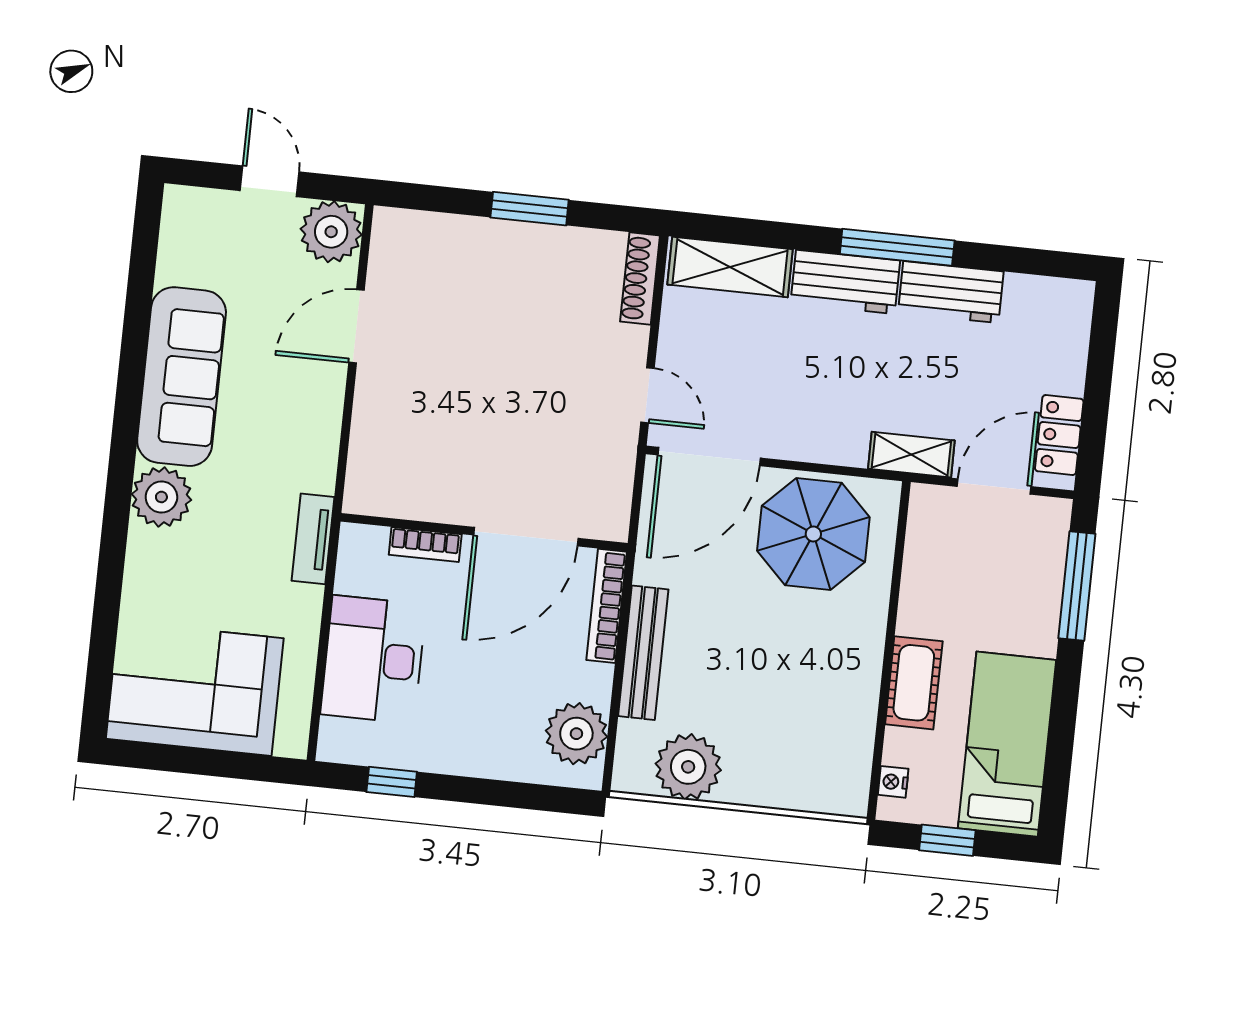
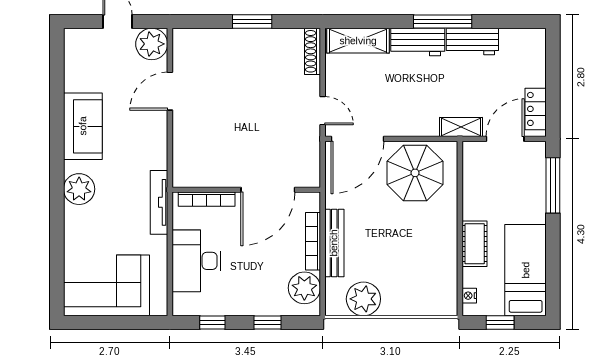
sofa: (182, 377) -> (83, 126), width x0.73
tv unit: (313, 539) -> (159, 202), width x1.41
bookcase: (425, 545) -> (207, 199), width x1.56
bookcase: (607, 606) -> (313, 241), moved
window: (498, 793) -> (268, 323), added

